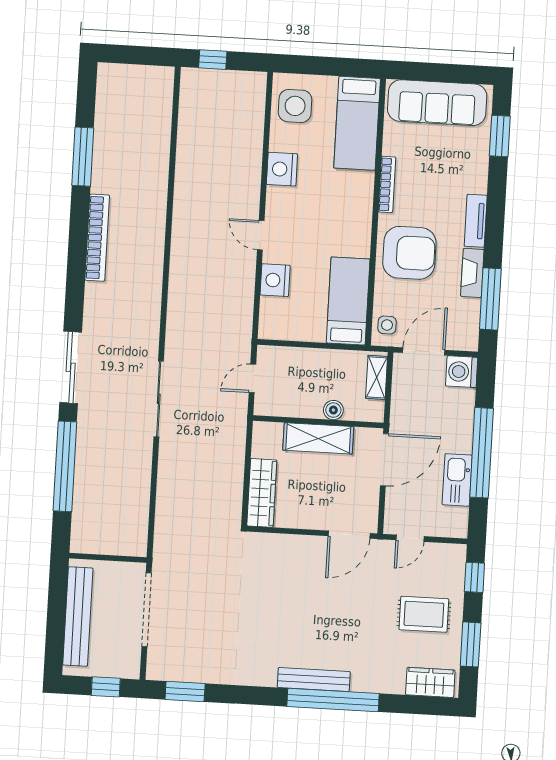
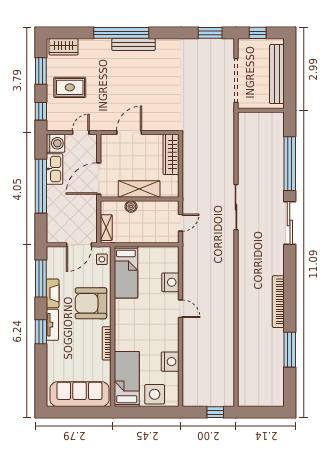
side table: (295, 106) -> (155, 394), moved
window: (500, 136) -> (41, 332), moved
nightstand: (282, 169) -> (170, 362), moved
washing machine: (462, 372) -> (56, 143), moved
door: (349, 535) -> (129, 132), moved

